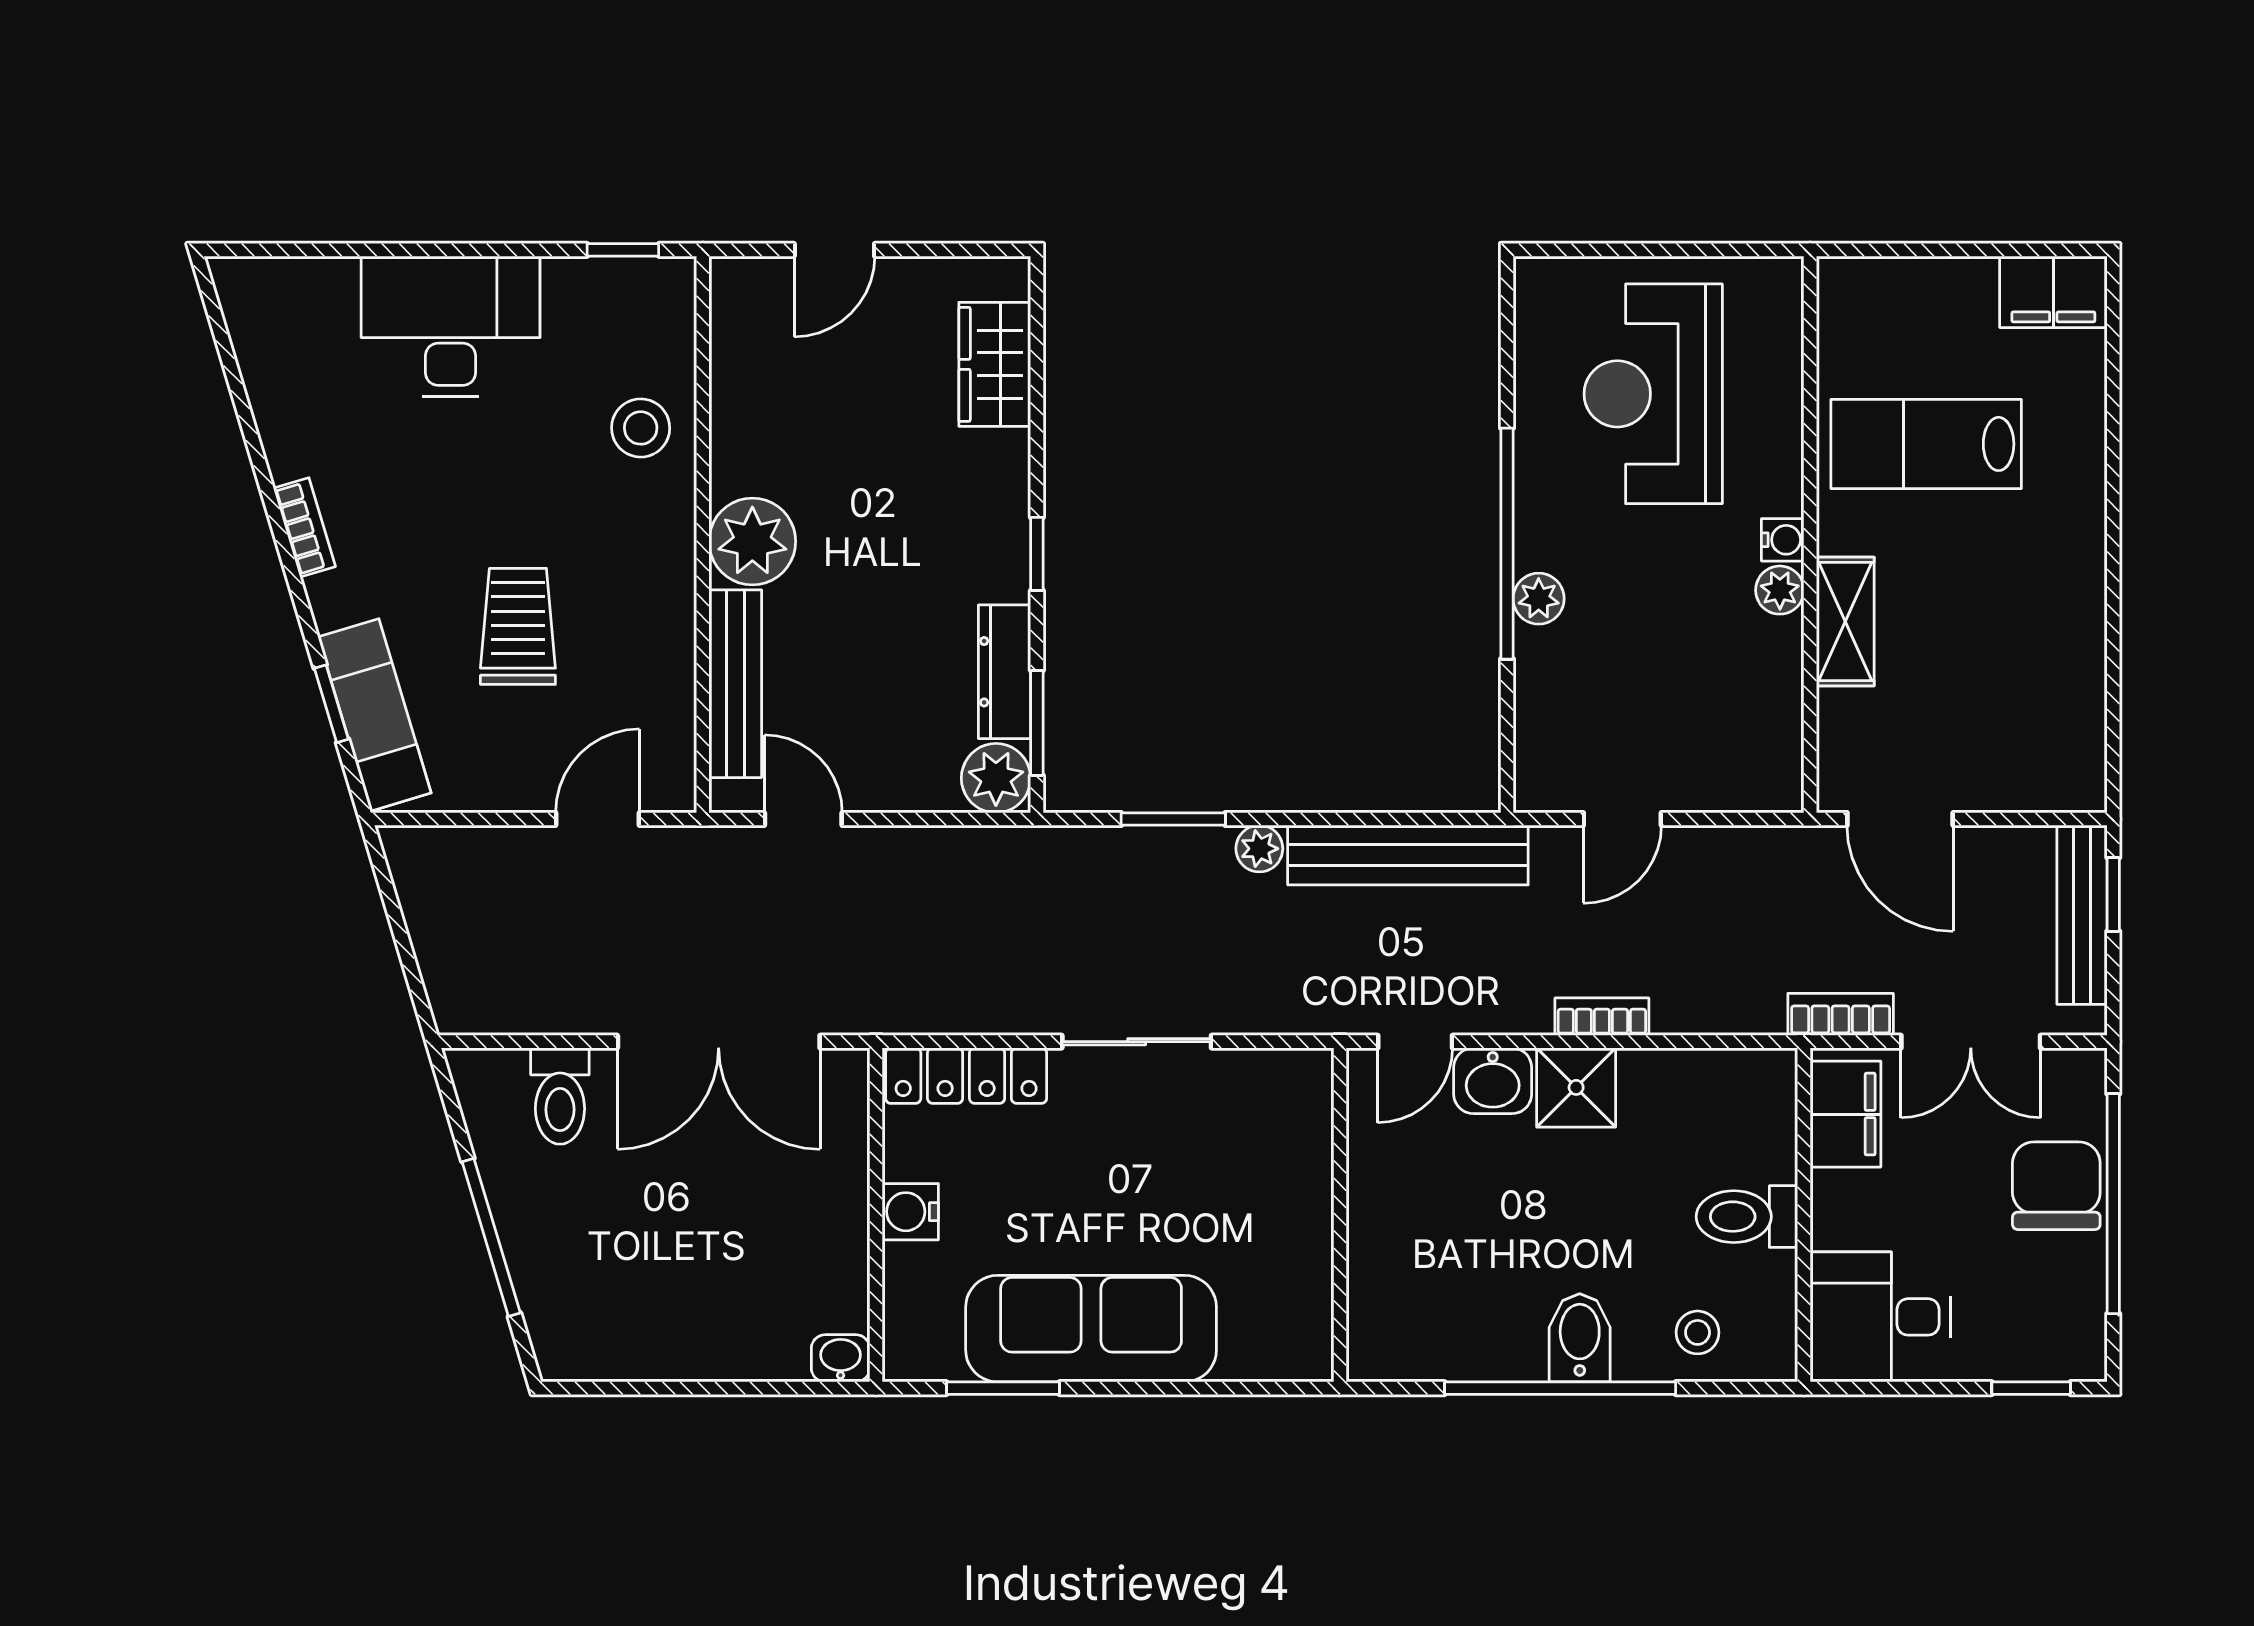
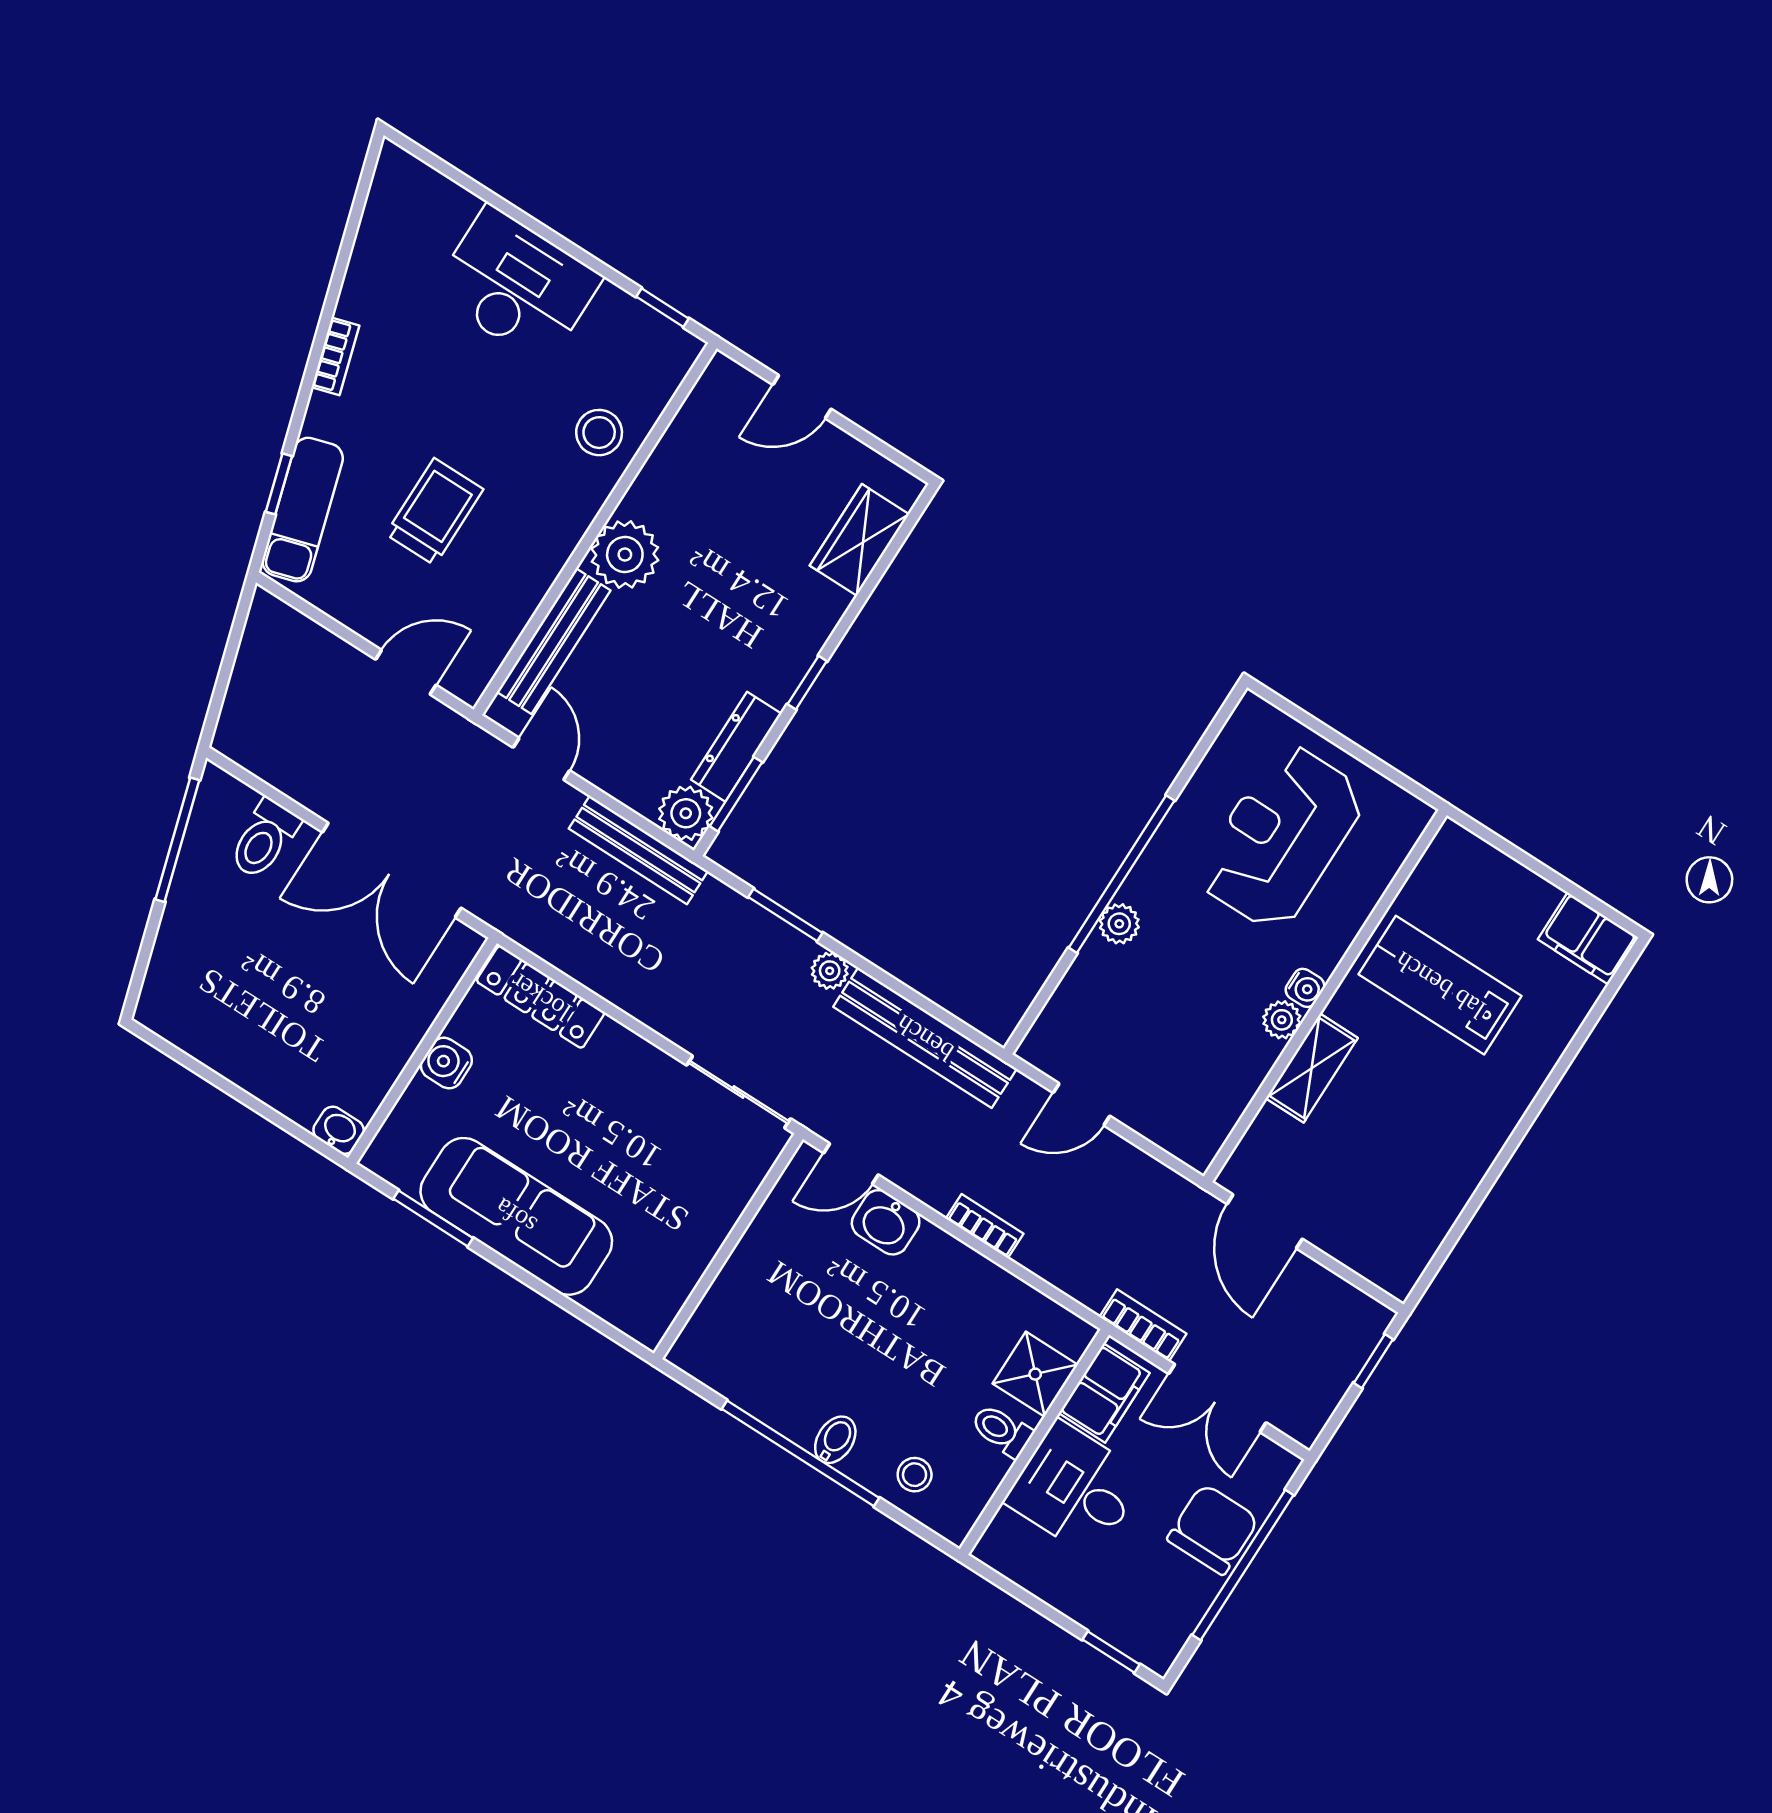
bench: (2082, 915) -> (638, 850), moved, turned 90
sliding door: (1137, 1042) -> (739, 1092), moved
shower: (1576, 1087) -> (1035, 1374), moved
toilet: (1747, 1217) -> (1002, 1431), width x0.73, depth x0.72
window: (491, 1237) -> (177, 840), moved
desk: (1880, 1317) -> (1075, 1489), moved
bidet: (1580, 1338) -> (835, 1440), width x0.72, depth x0.74

